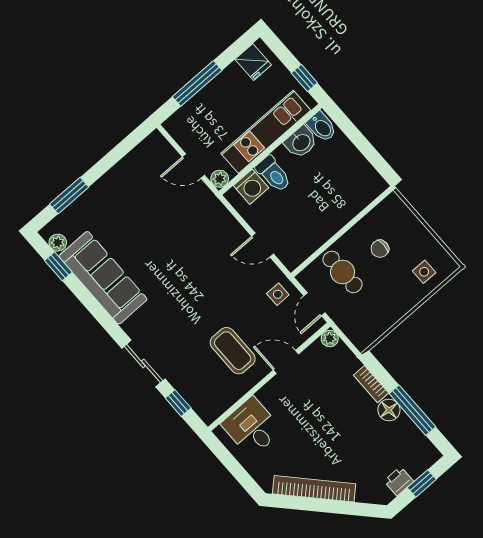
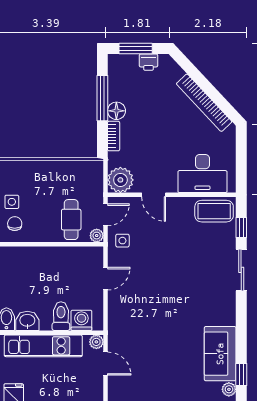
door: (263, 245) -> (105, 279), hinge flipped
chair: (380, 249) -> (15, 224), moved, turned -90
side table: (424, 272) -> (12, 202), moved
sofa: (103, 278) -> (220, 354), width x0.73
plant: (306, 278) -> (97, 236), added
plant: (330, 338) -> (120, 180), width x1.88, depth x1.88
coffee table: (233, 351) -> (214, 211), moved, turned 90
desk: (252, 427) -> (202, 174), width x1.37
window: (422, 483) -> (136, 49), width x1.50

